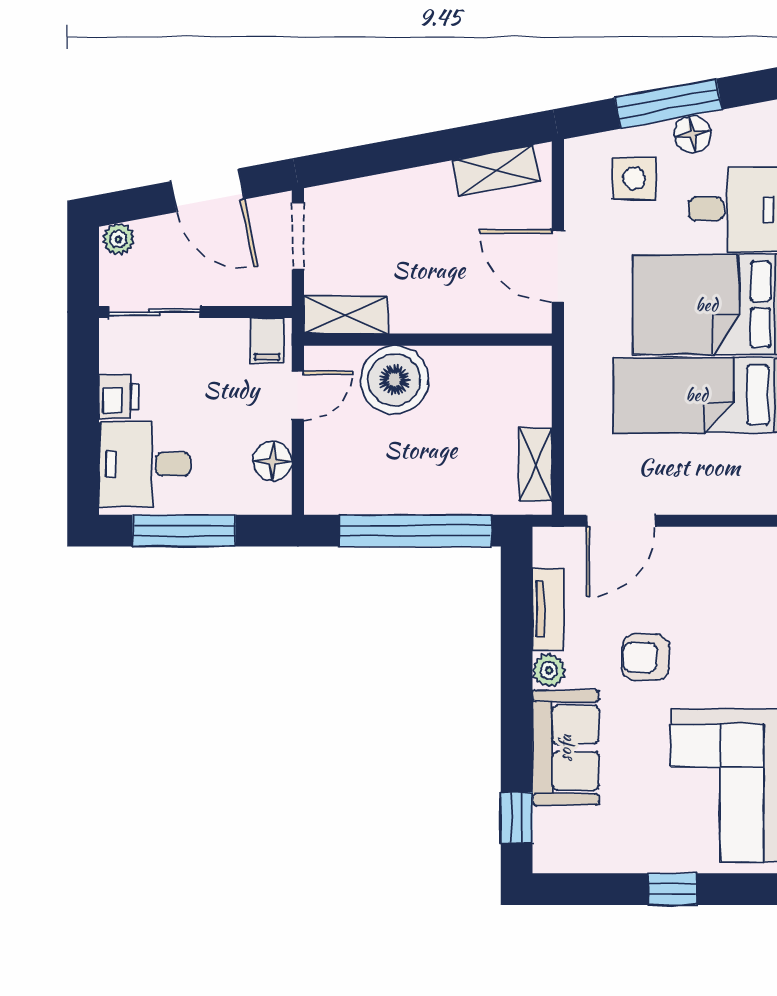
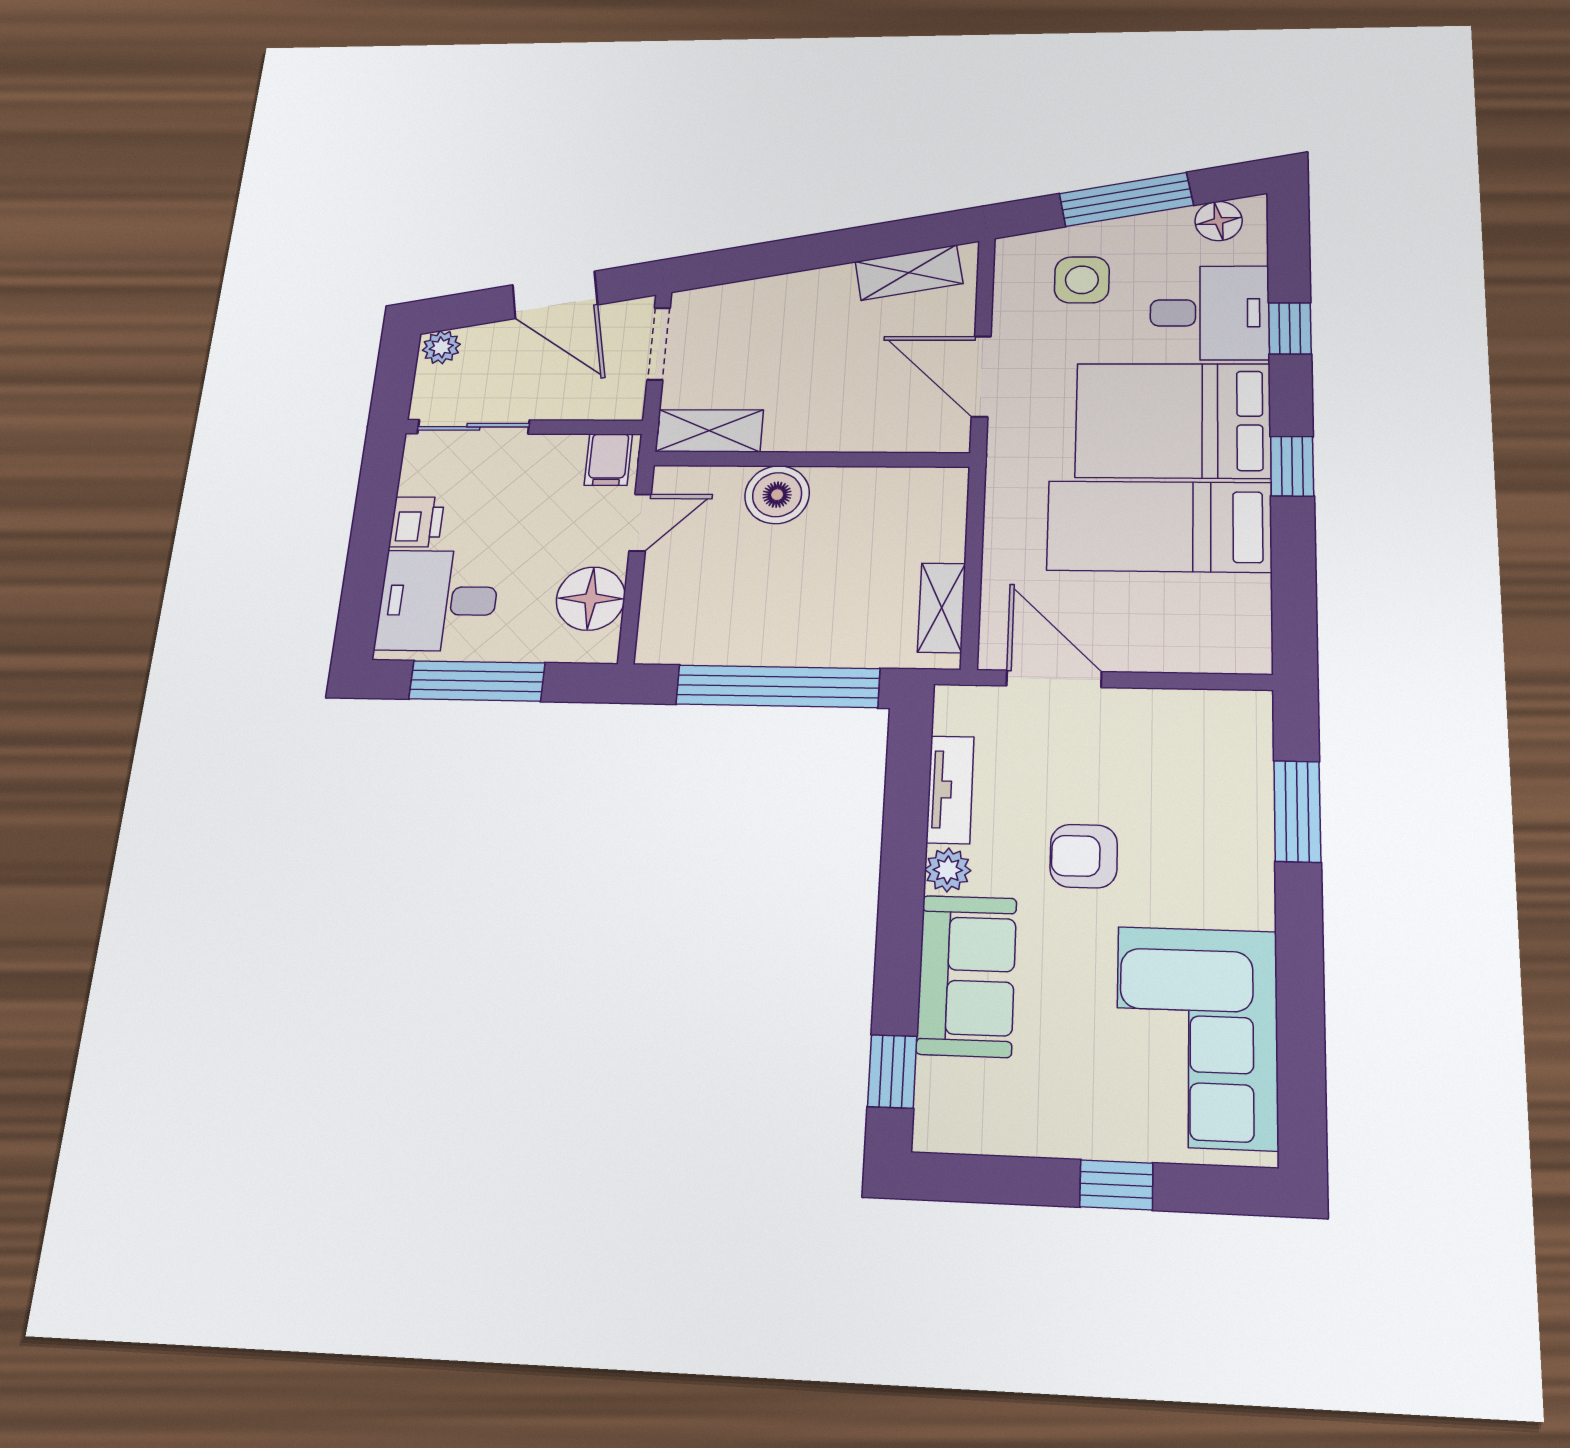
floor lamp: (692, 134) -> (1219, 221), moved
boiler: (394, 380) -> (777, 495), width x0.73, depth x0.73
floor lamp: (273, 461) -> (591, 599), width x1.38, depth x1.38
door: (621, 521) -> (1054, 679), swing flipped

